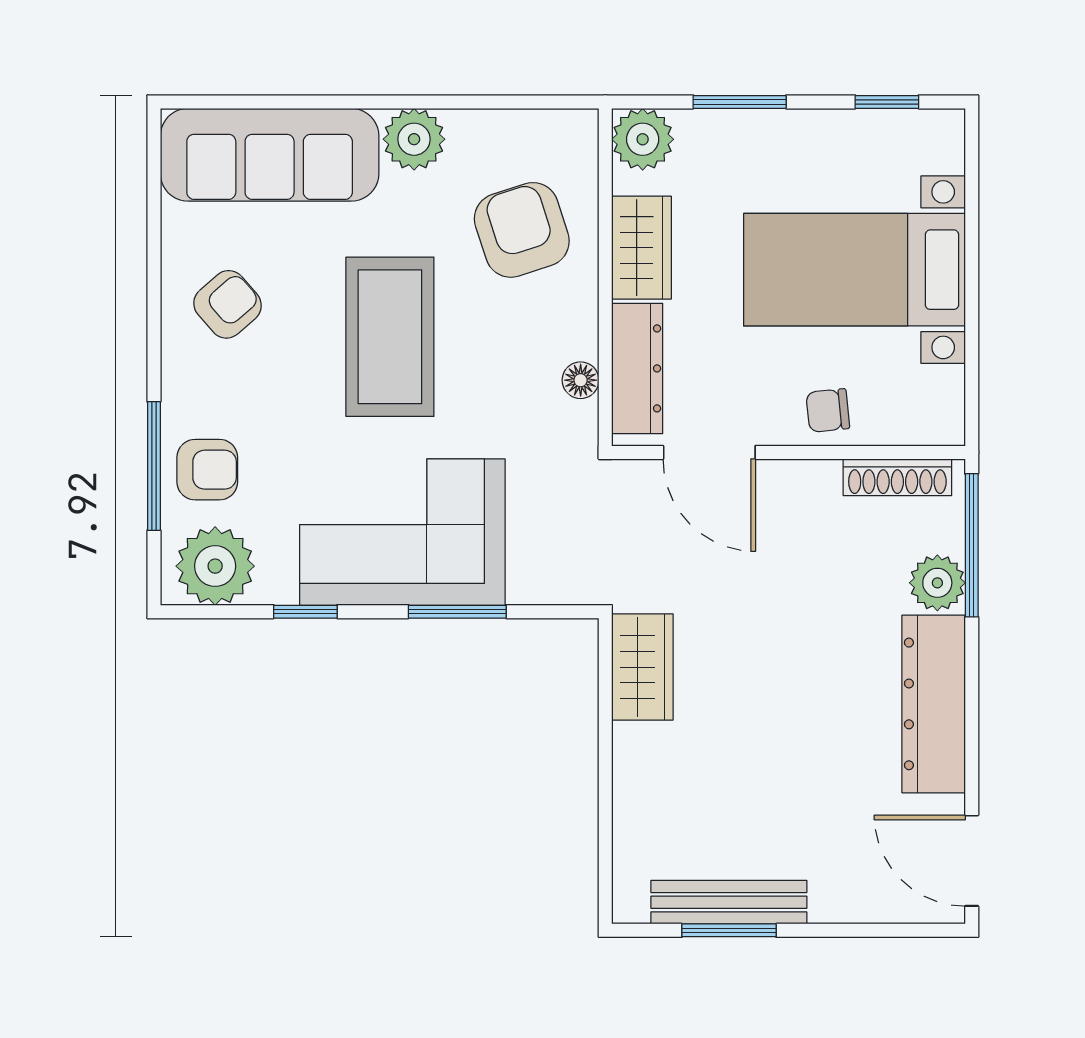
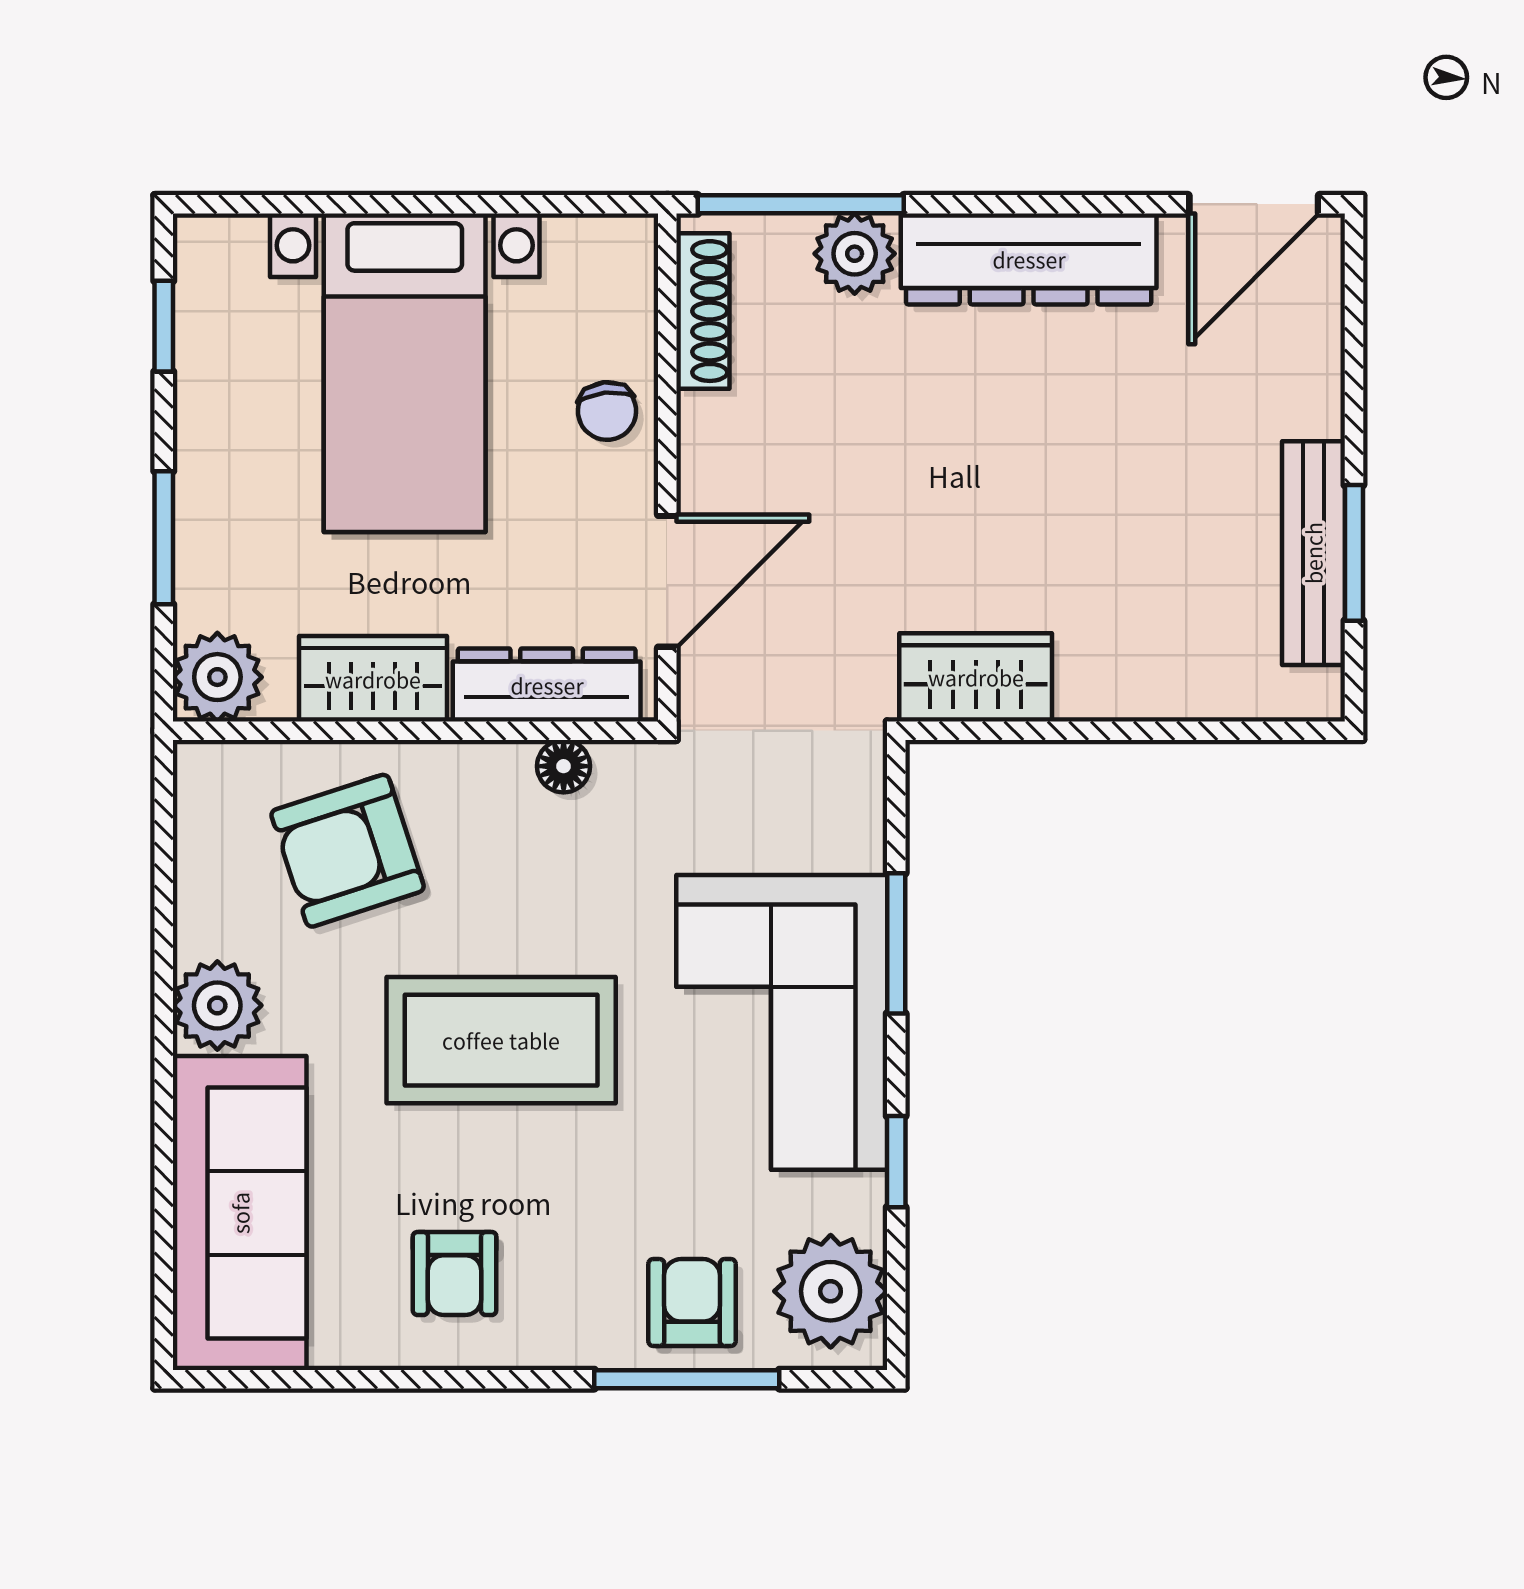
armchair: (228, 304) -> (455, 1273), turned -139

